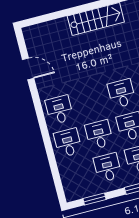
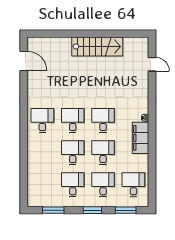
door: (28, 69) -> (24, 61), moved
desk: (68, 143) -> (73, 121), moved

